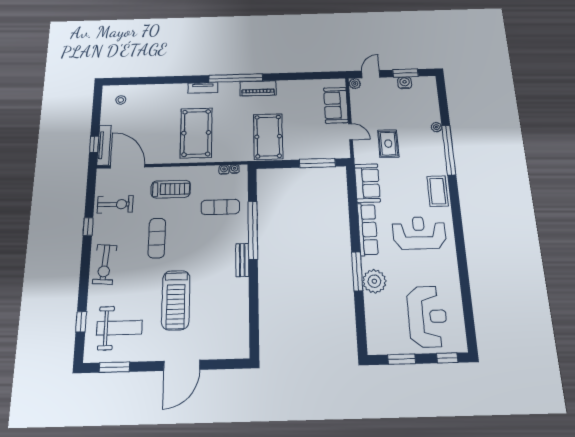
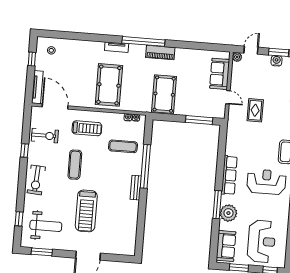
window: (94, 144) -> (32, 59), moved
sofa: (367, 183) -> (226, 246), moved

